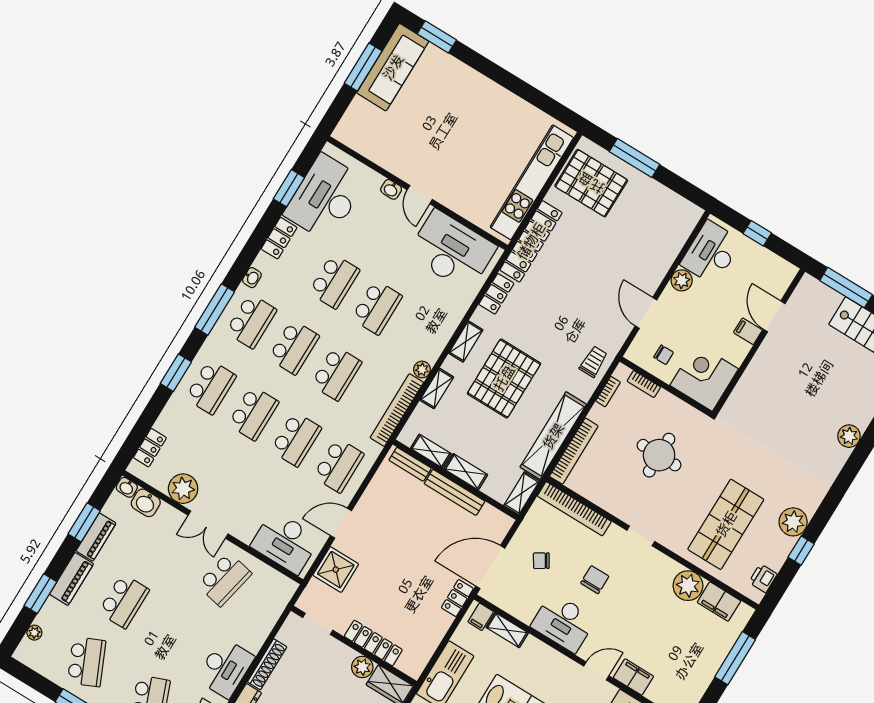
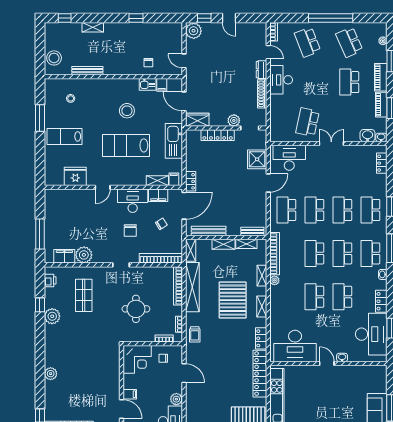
plant: (183, 489) -> (354, 153), removed
bench: (455, 492) -> (209, 231), moved
shop shelf: (726, 524) -> (84, 295), width x0.70, depth x0.74
plant: (362, 667) -> (234, 120), moved
filing cabinet: (633, 677) -> (158, 195), moved

